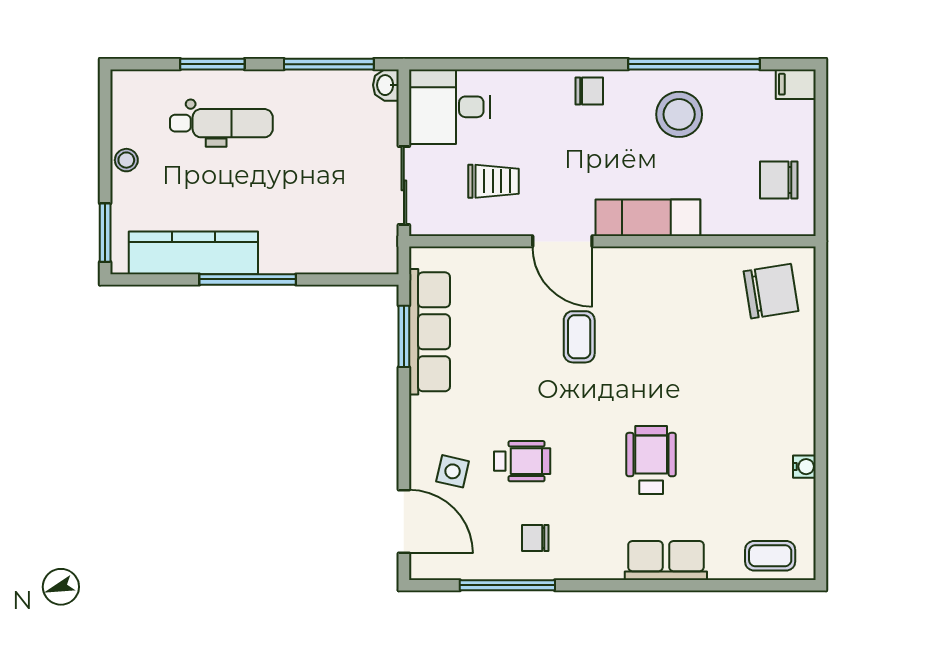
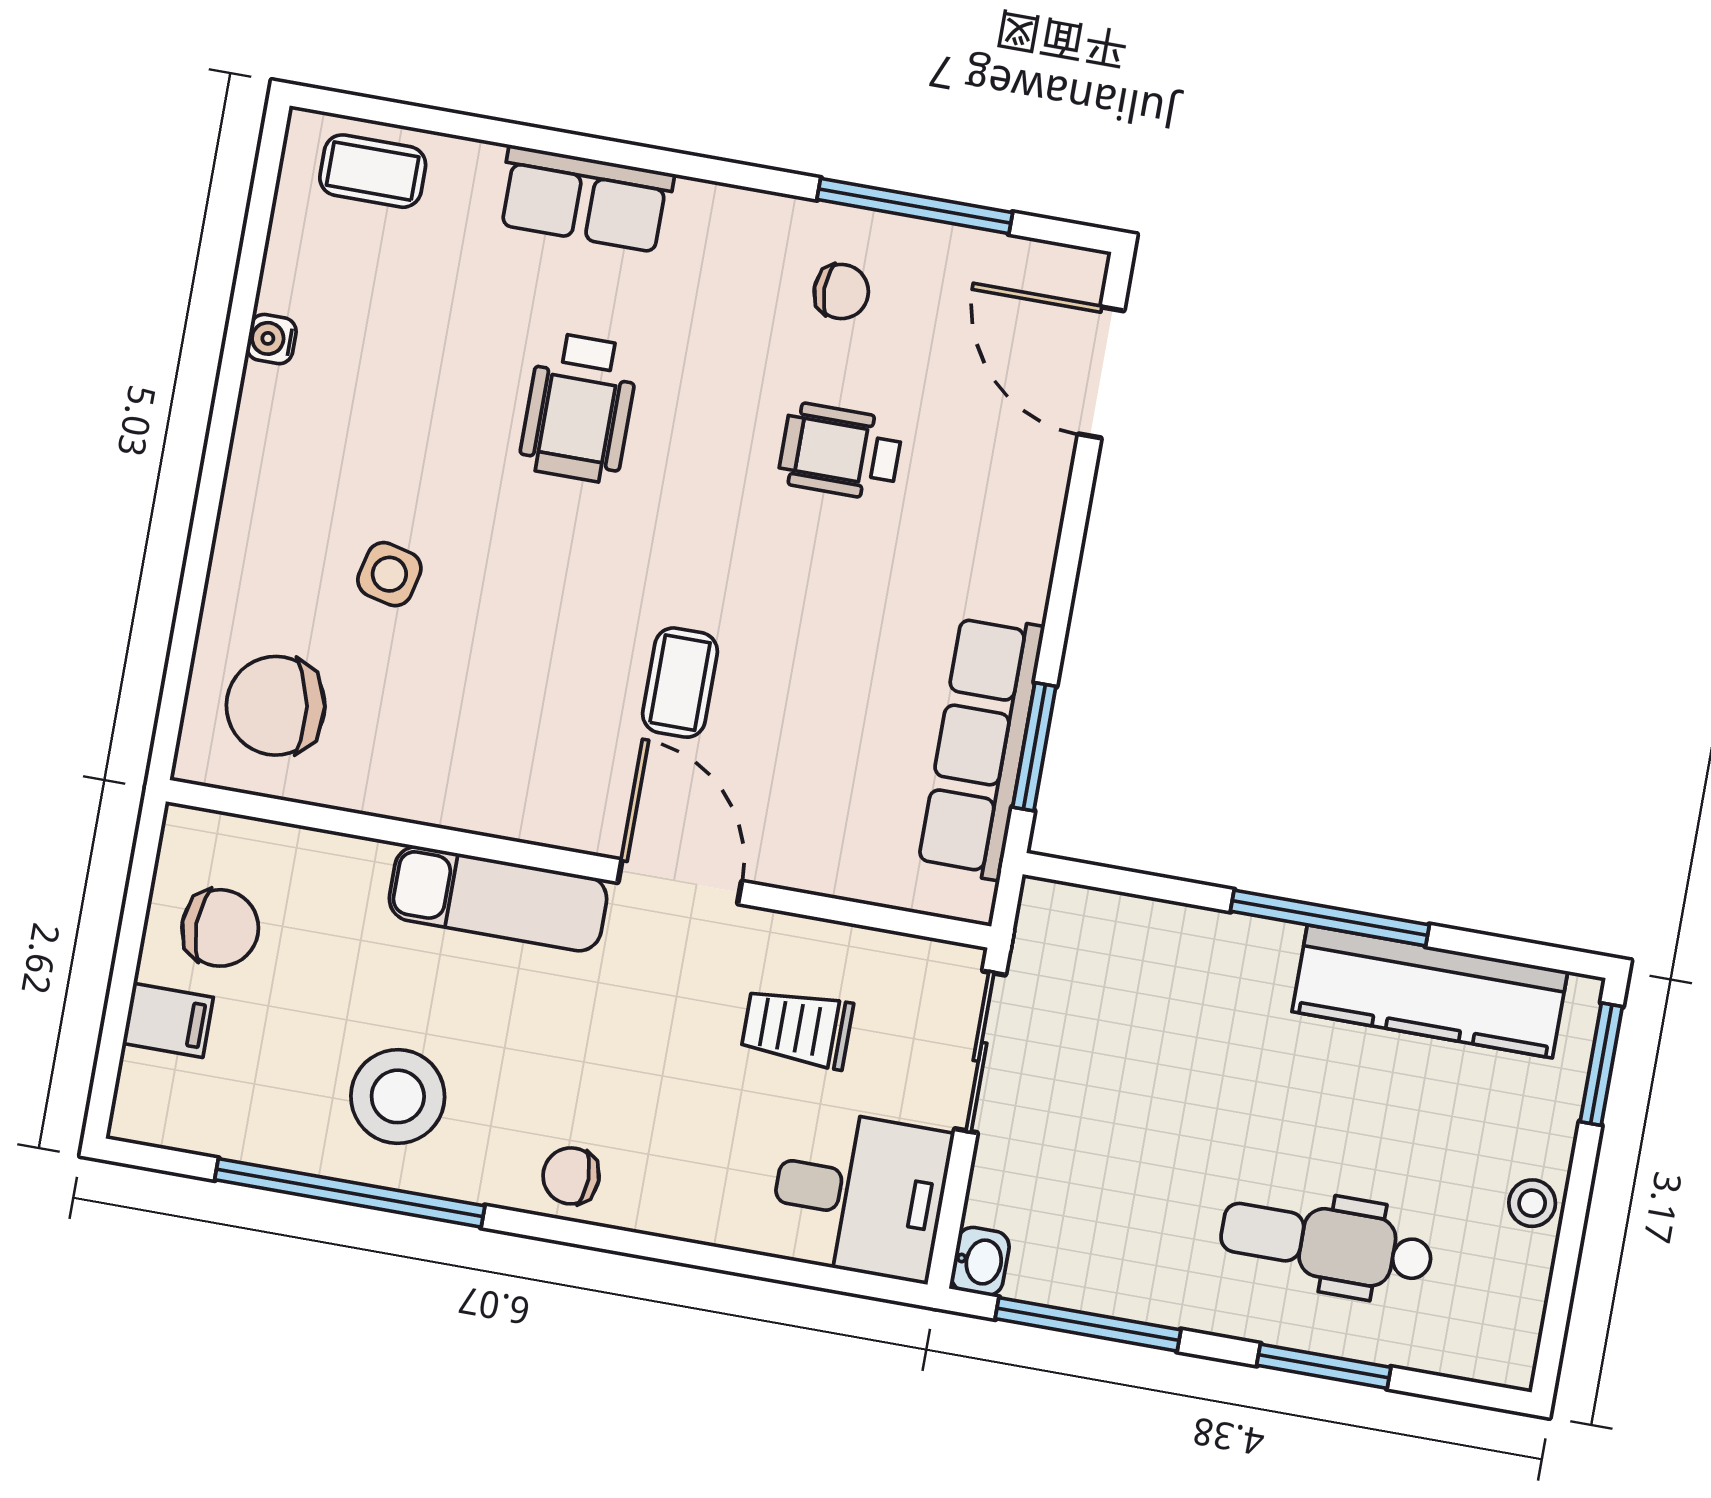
filing cabinet: (796, 84) -> (168, 1020), moved
side table: (453, 471) -> (389, 574), moved

